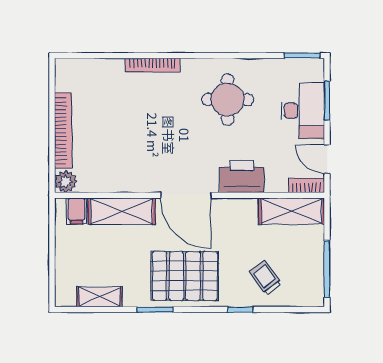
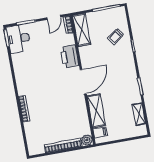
round table: (228, 99) -> (34, 70), removed
desk: (303, 111) -> (19, 39), moved, turned -90
pallet: (185, 276) -> (122, 75), removed

